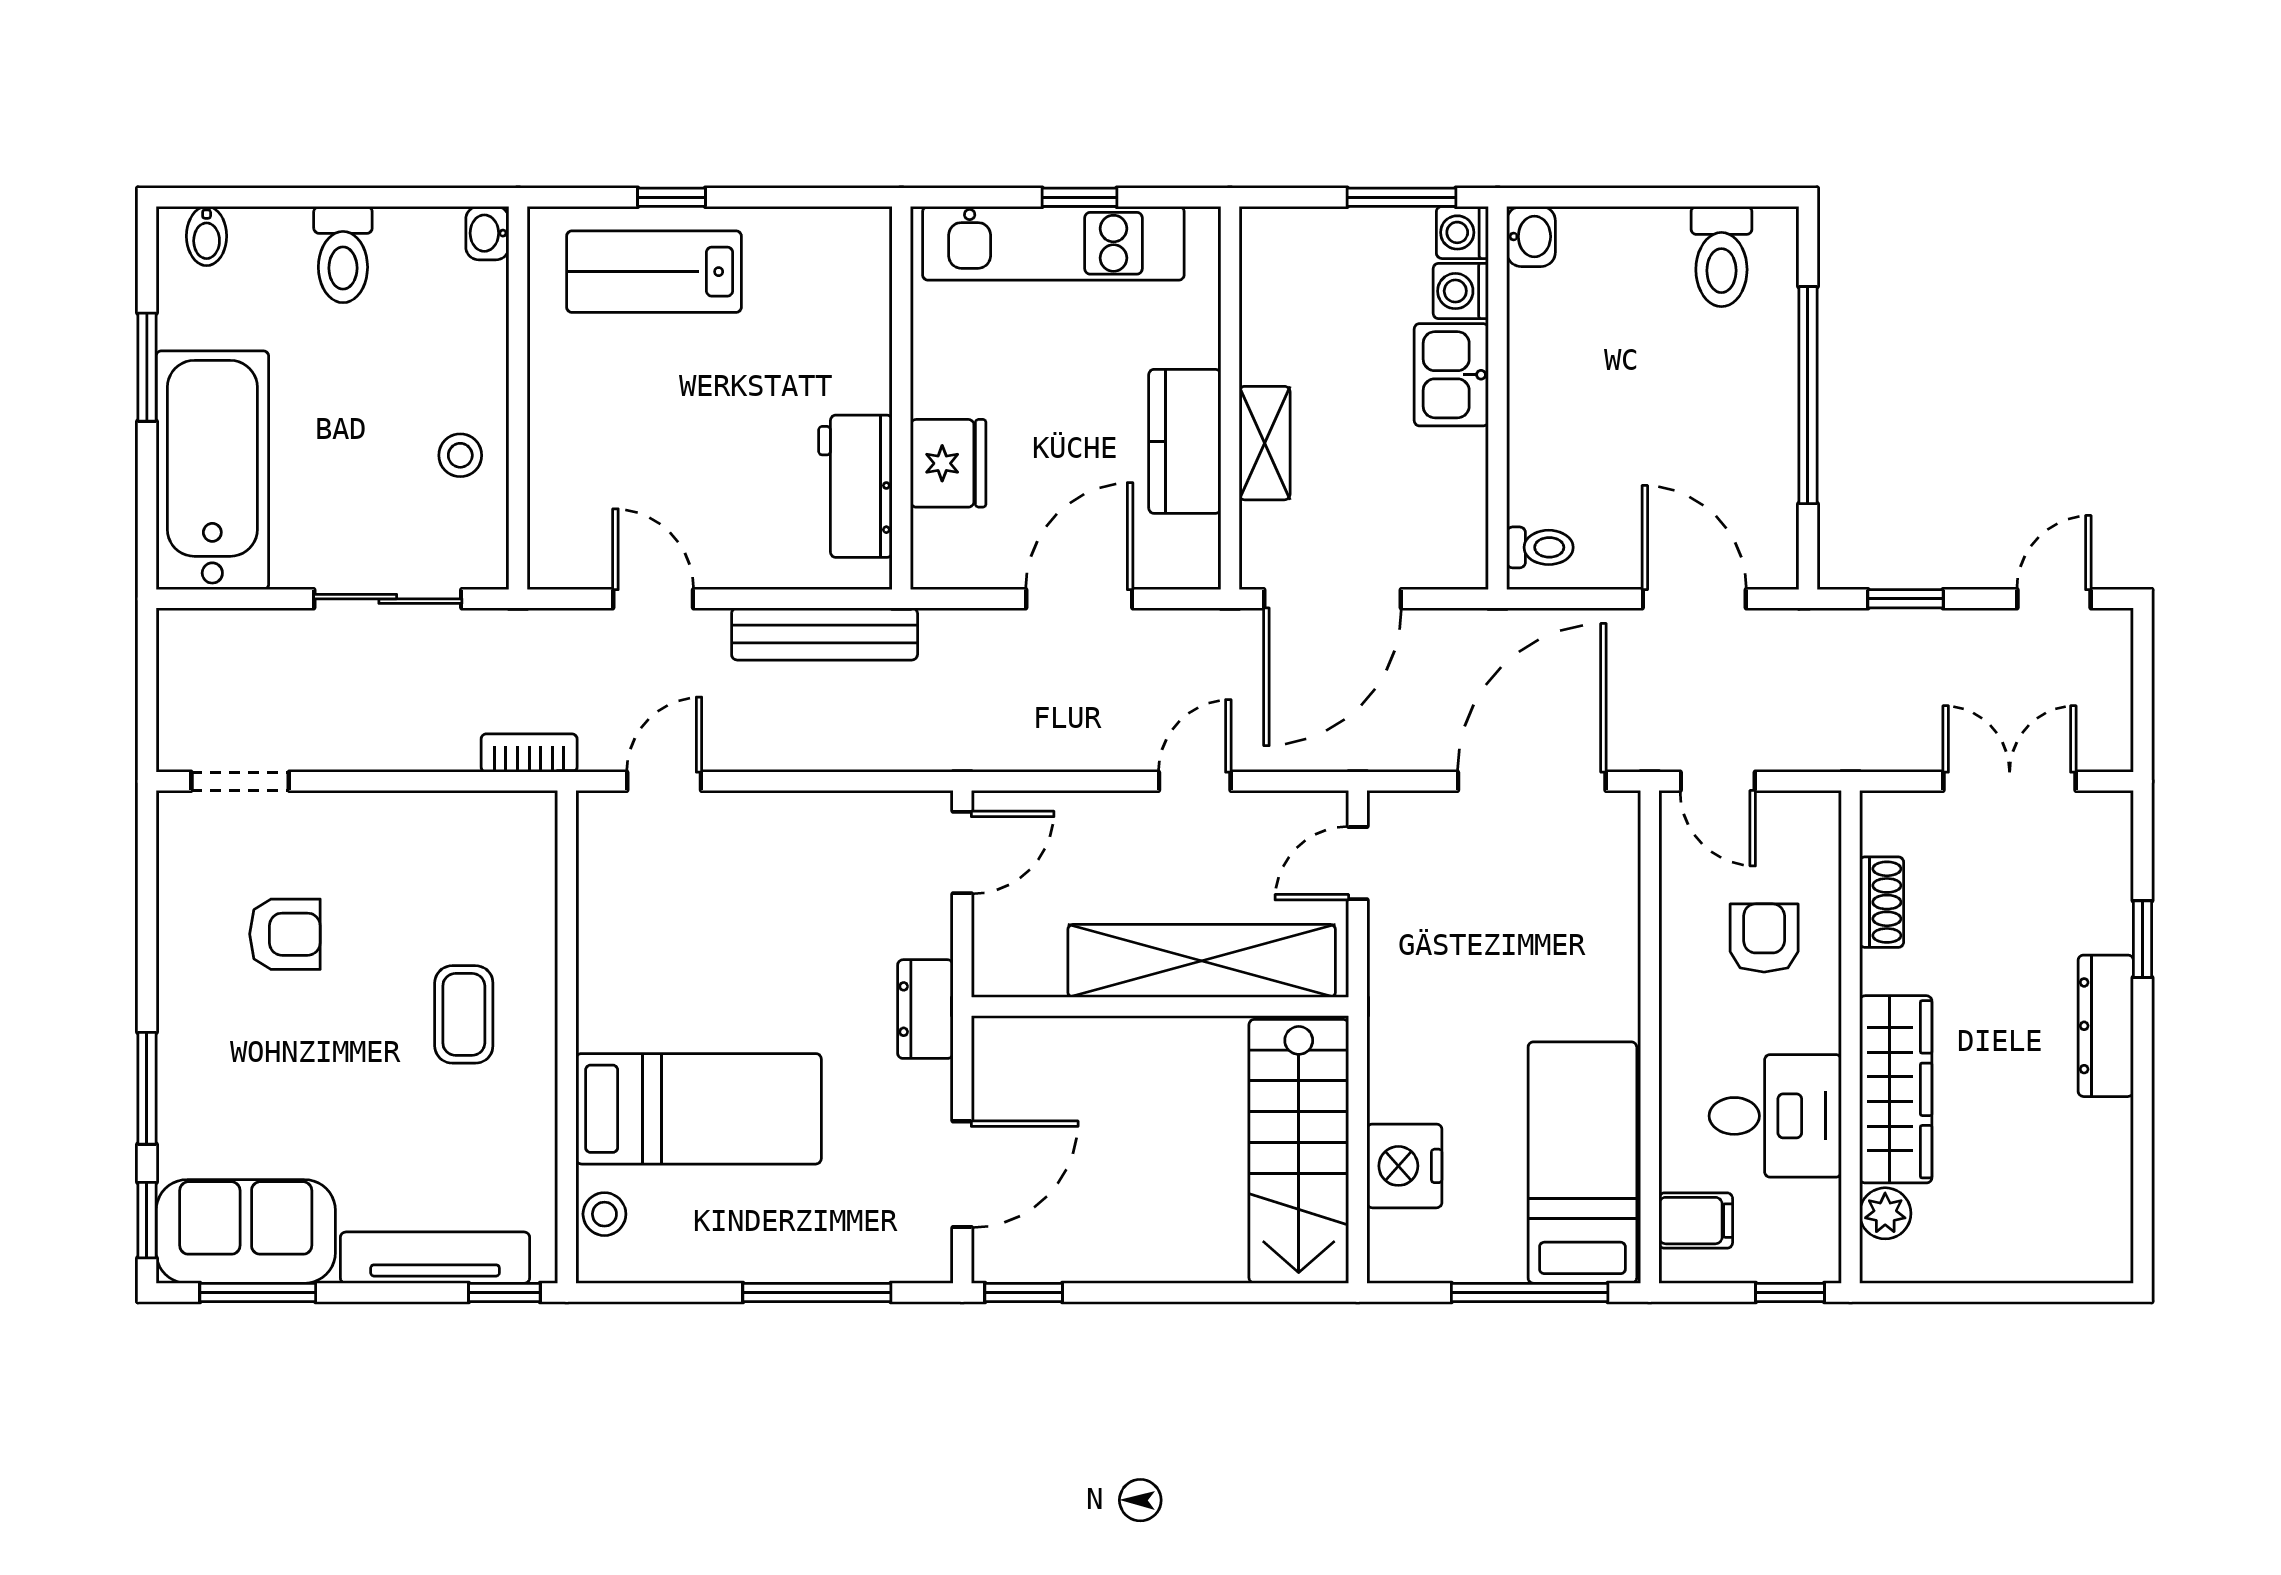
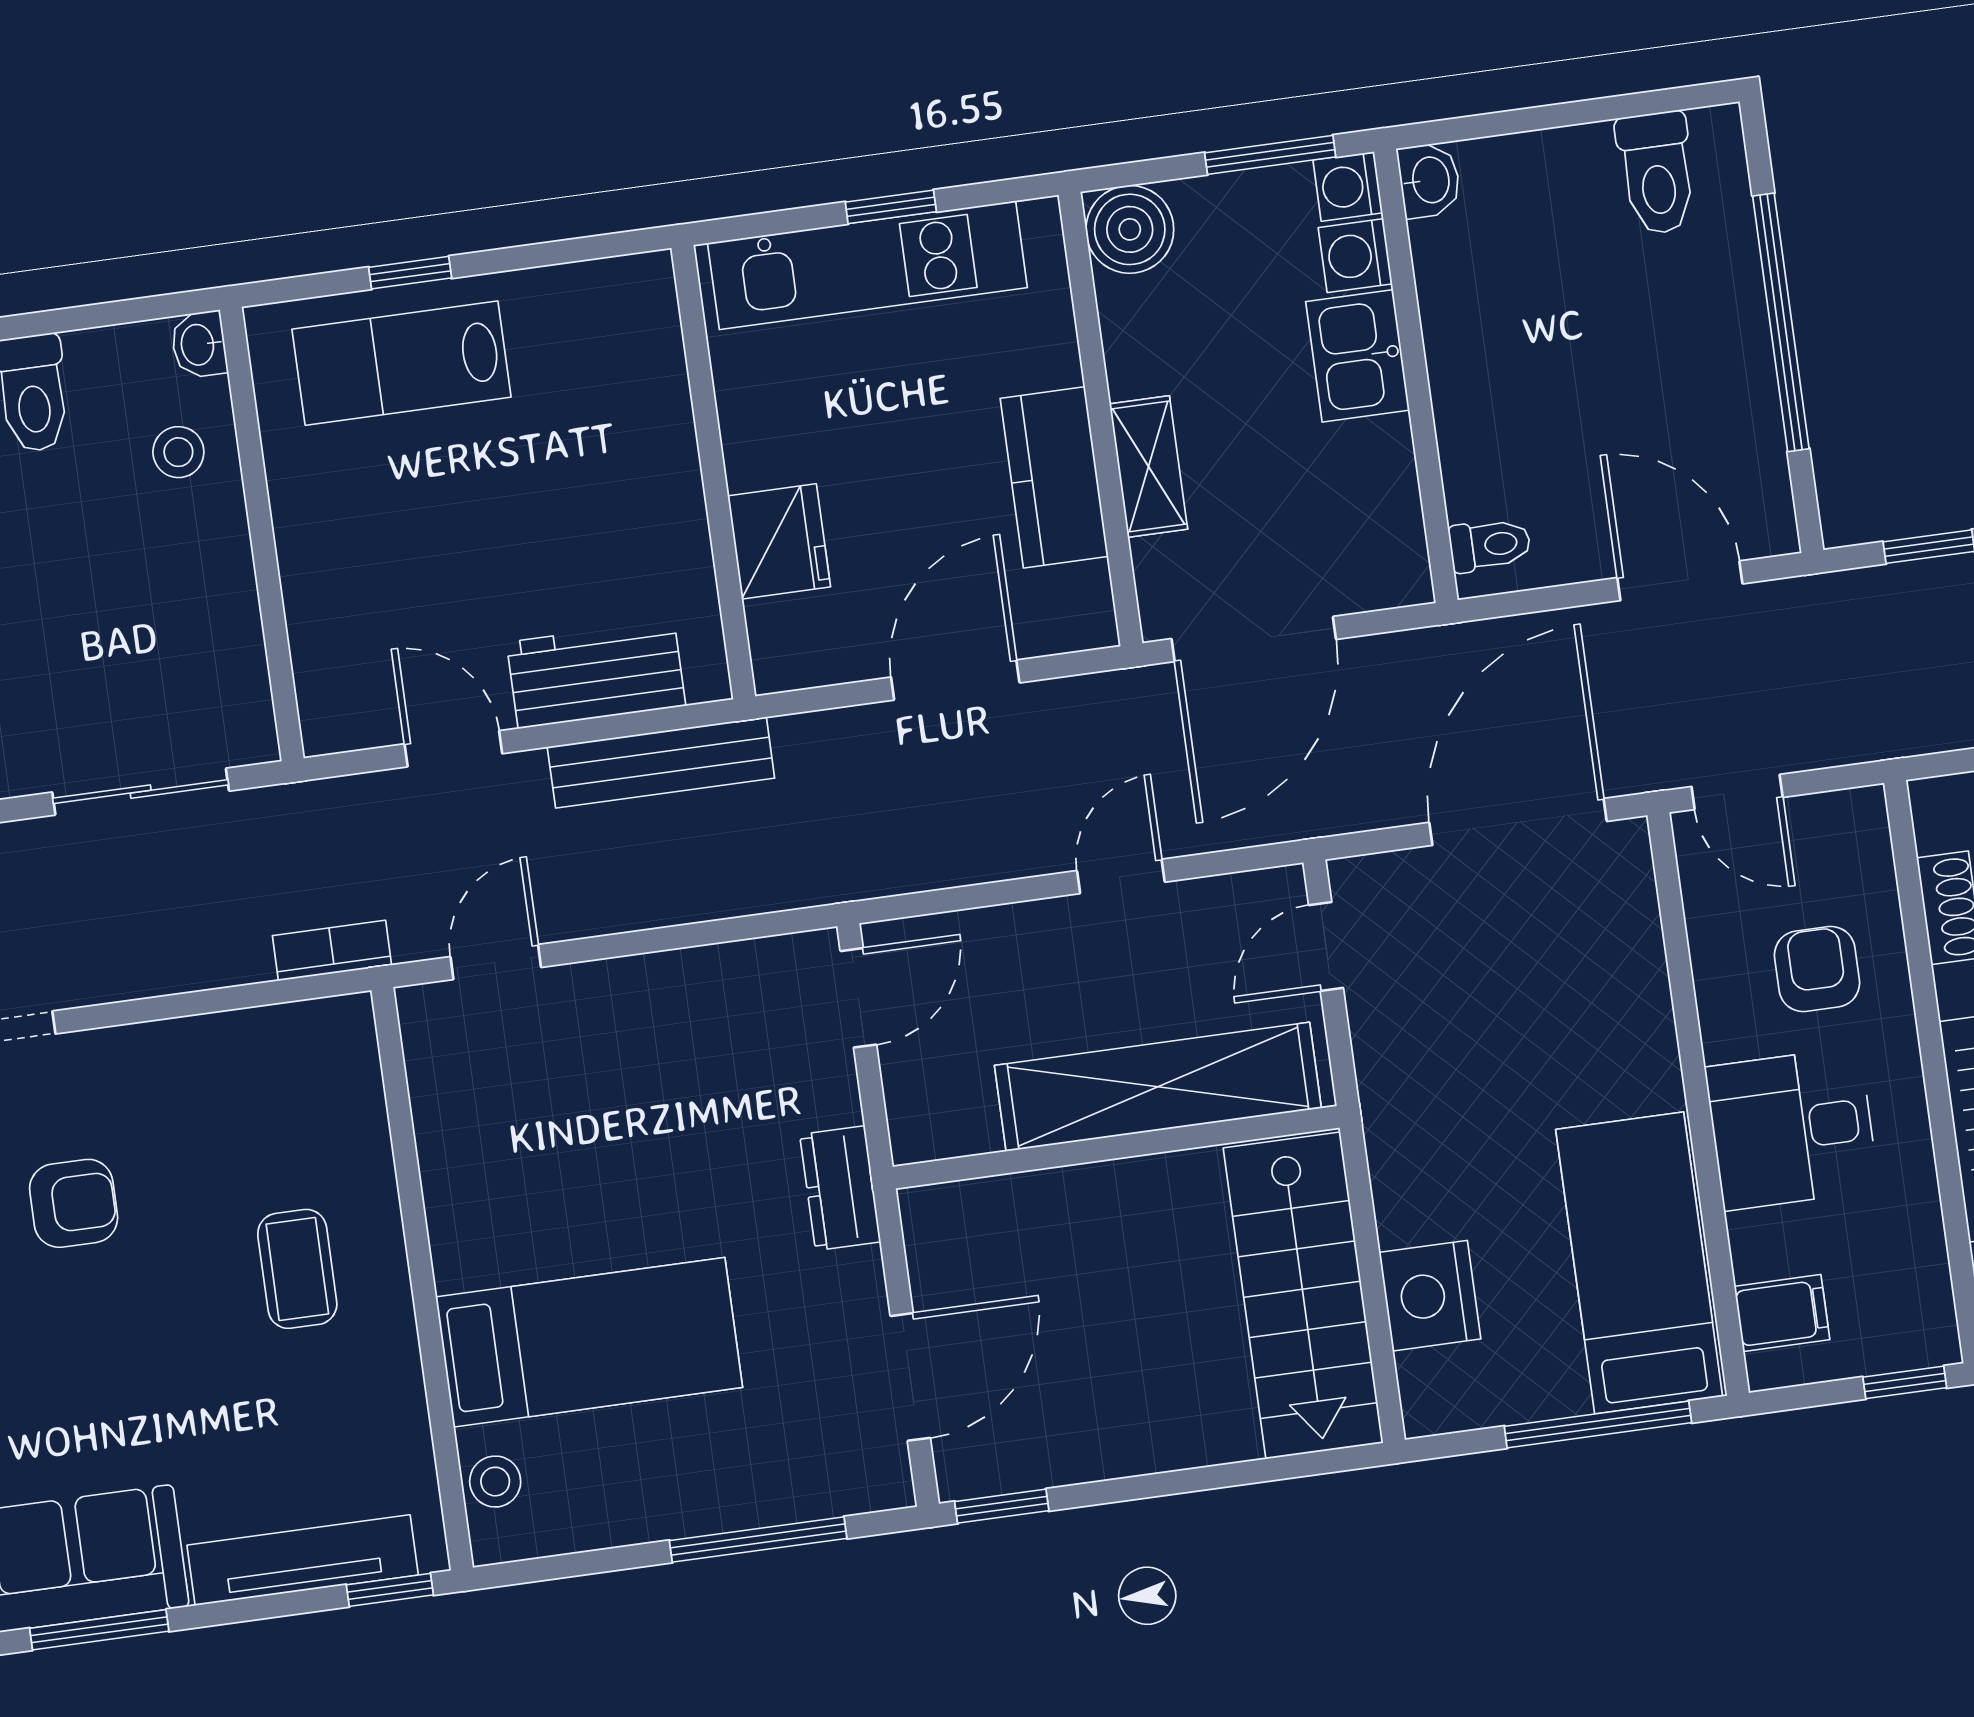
boiler: (1276, 243) -> (1130, 229), added
stool: (460, 455) -> (178, 452), moved
workbench: (855, 486) -> (596, 674), moved, turned 90
desk: (1775, 1116) -> (1792, 1129), moved, turned 180

